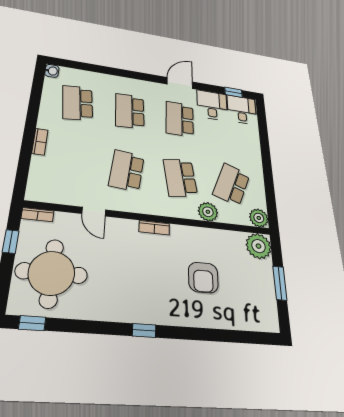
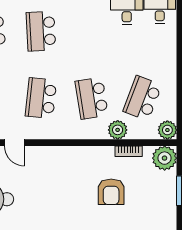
school desk: (180, 119) -> (92, 31), removed
bookcase: (154, 228) -> (129, 151), moved

